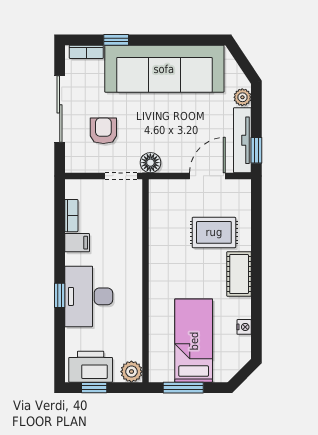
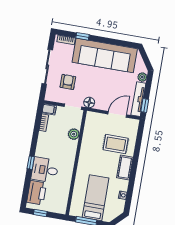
filing cabinet: (77, 243) -> (49, 109), moved
desk: (89, 296) -> (45, 170), width x0.73
printer: (91, 367) -> (37, 193), moved, turned 90
plant: (131, 372) -> (74, 134), moved

